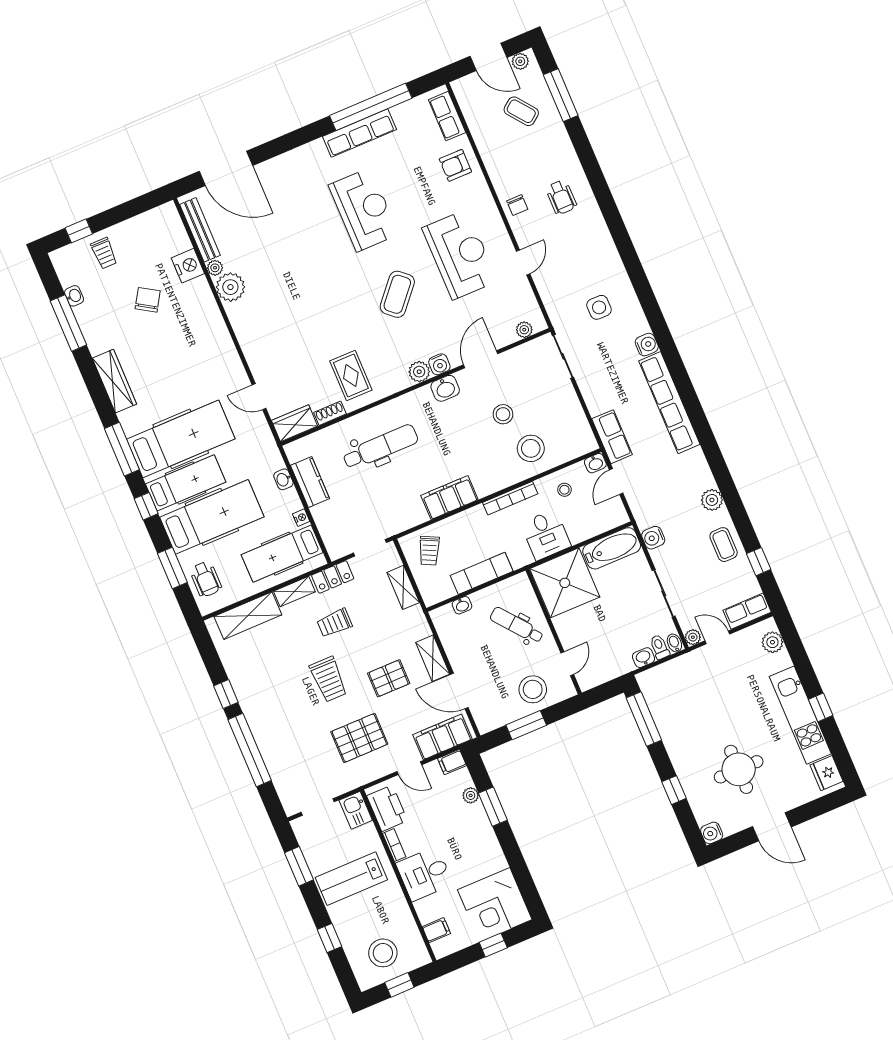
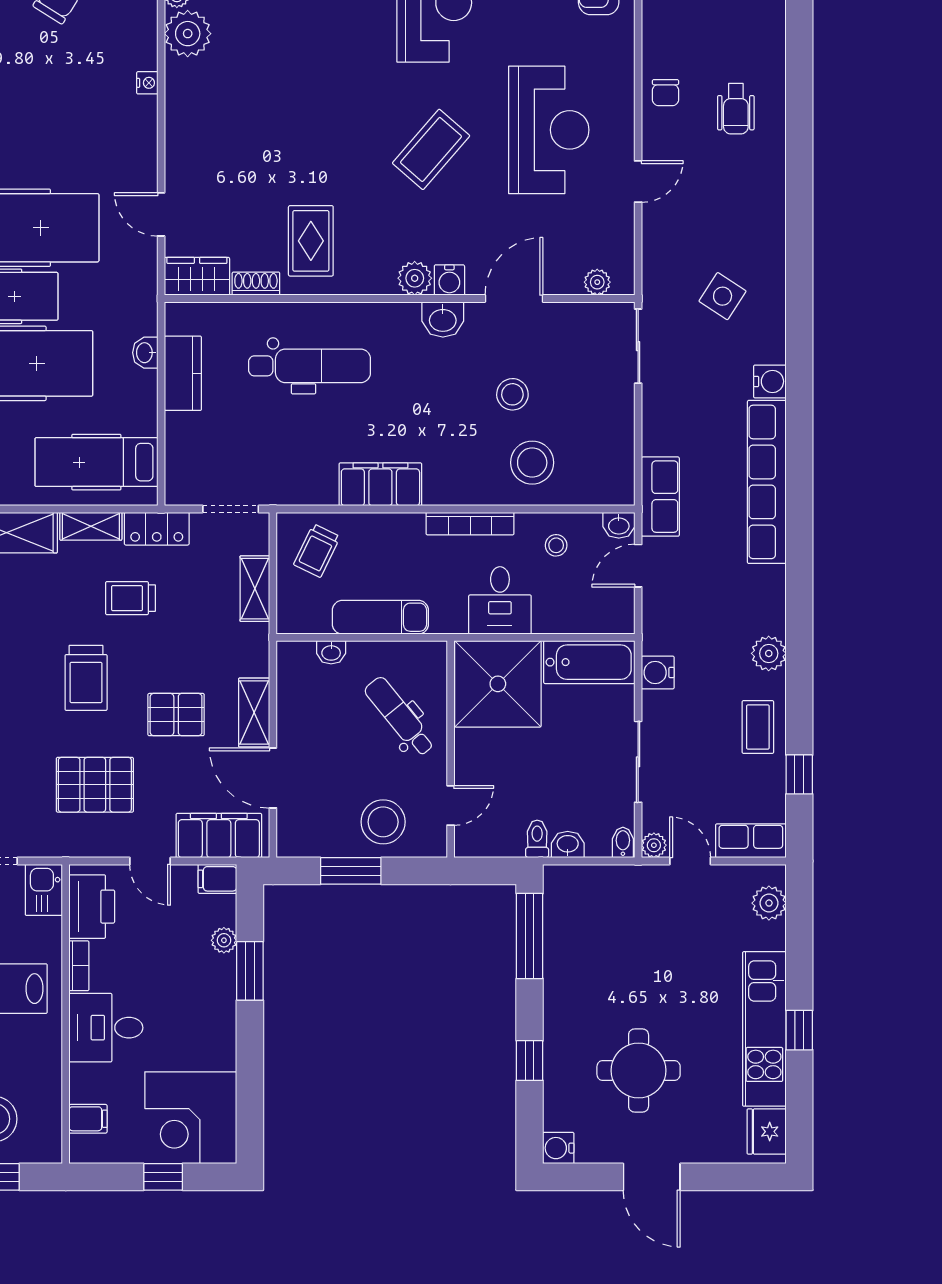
side table: (599, 307) -> (723, 296), turned 33
nightstand: (301, 518) -> (147, 83), moved
toilet: (660, 647) -> (537, 839), moved

